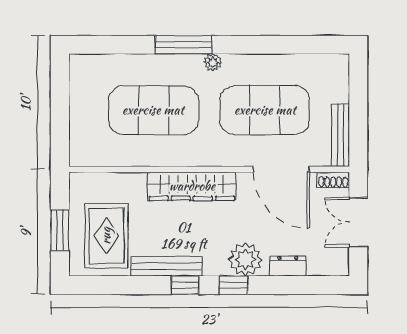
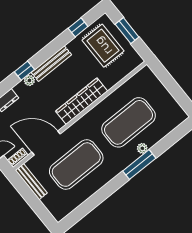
plant: (213, 62) -> (142, 148), moved
plant: (245, 260) -> (29, 80), width x0.53, depth x0.53
bench: (167, 266) -> (51, 64), moved
window: (185, 285) -> (78, 27), moved

